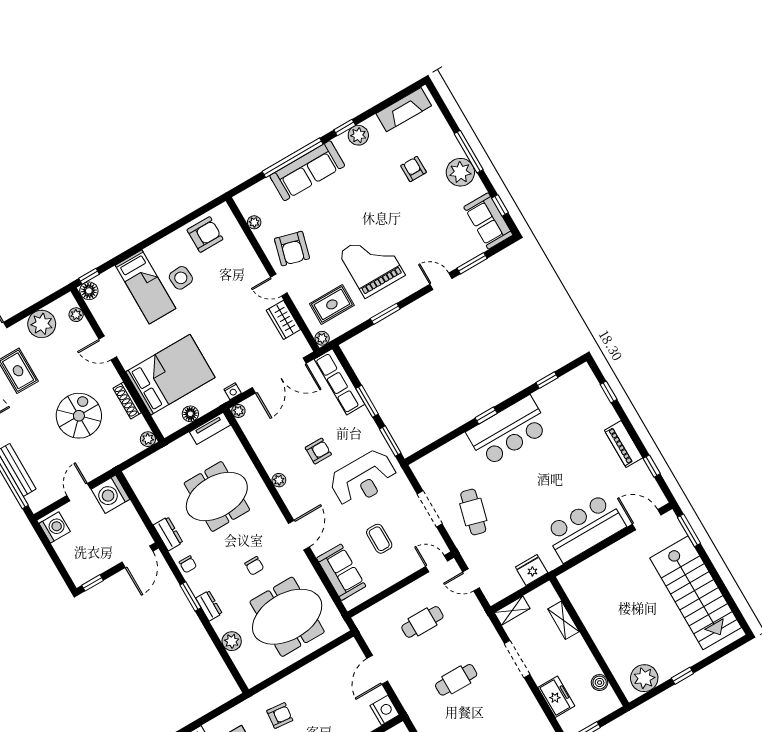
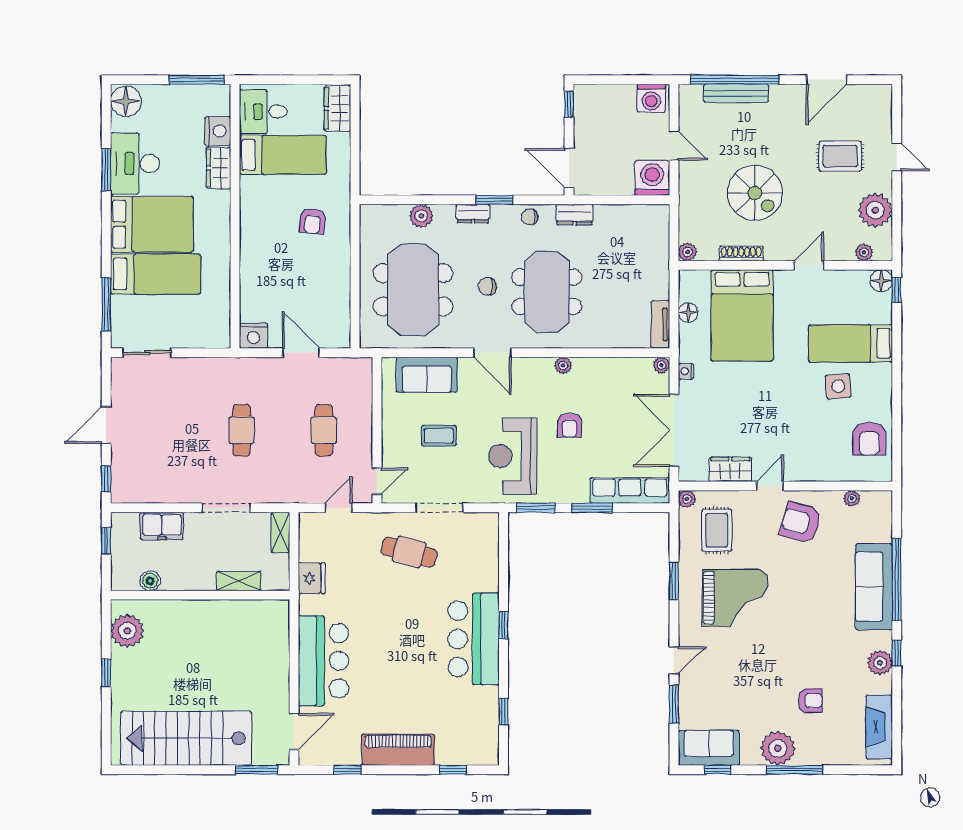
piano: (624, 444) -> (398, 750), width x1.37, depth x1.33
meeting table: (217, 497) -> (547, 292), moved

